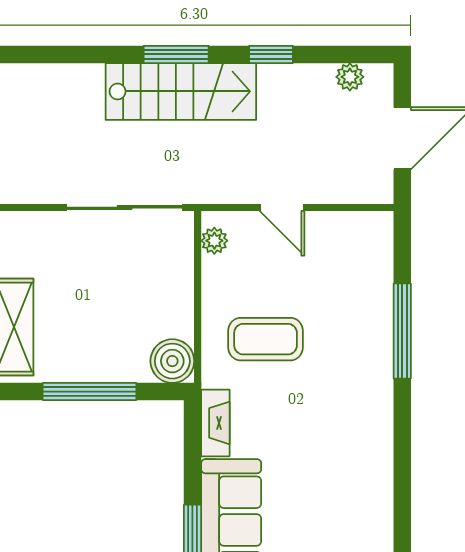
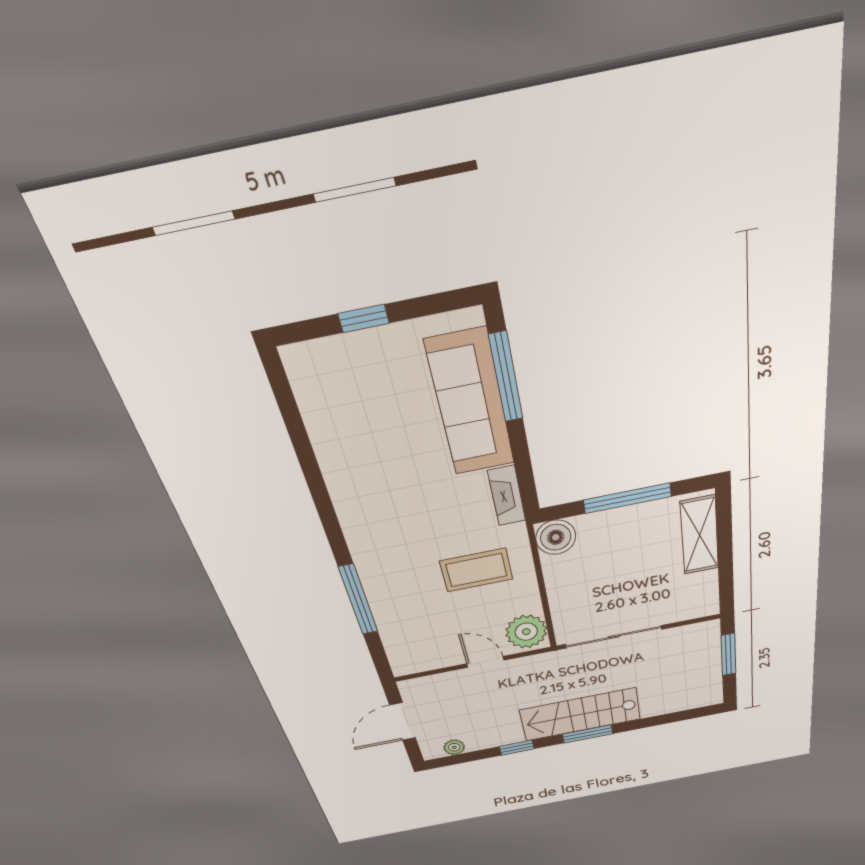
plant: (214, 241) -> (526, 632), width x1.88, depth x1.88

